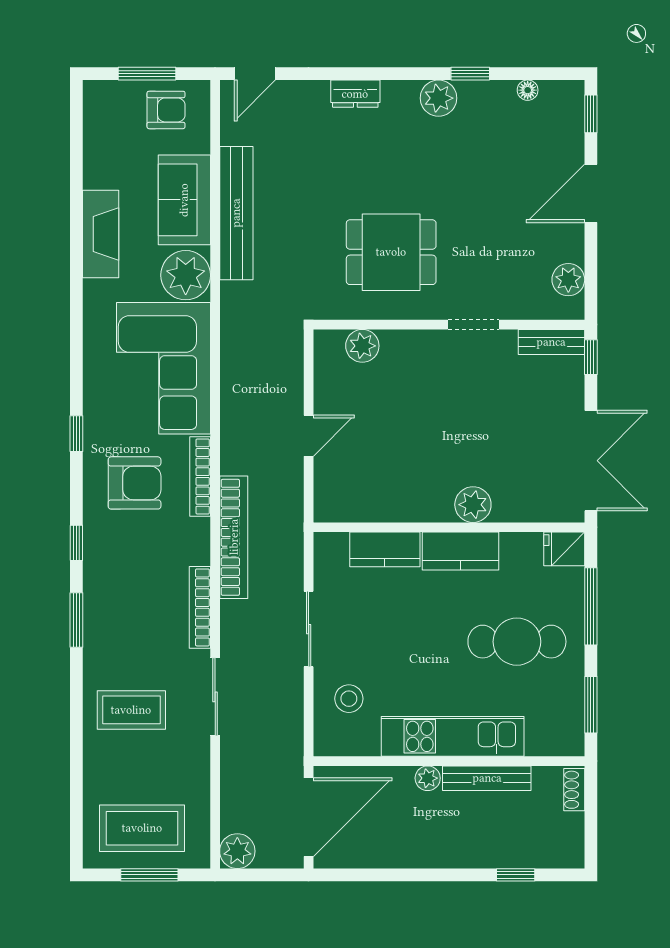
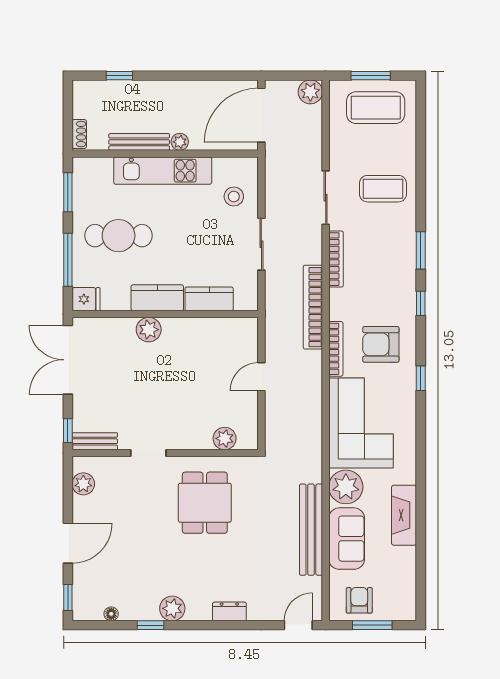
armchair: (166, 110) -> (359, 600), turned 90
dining table: (391, 252) -> (205, 503), turned 90

